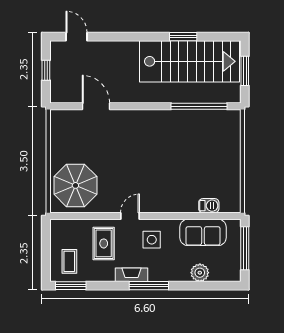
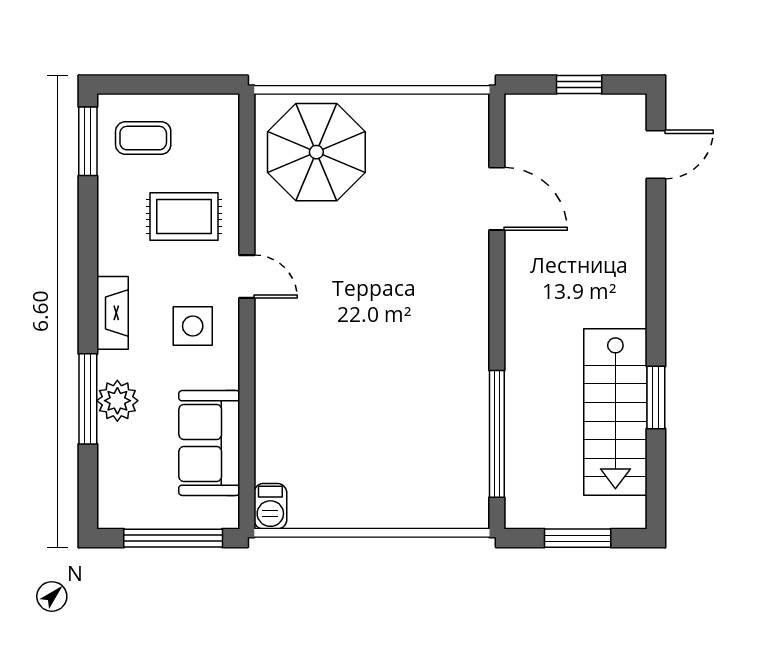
stairs: (189, 61) -> (615, 412), width x0.73, depth x0.66
door: (96, 106) -> (497, 199), hinge flipped
barbecue: (209, 206) -> (270, 506), moved
plant: (200, 273) -> (117, 401), moved
fireplace: (131, 275) -> (112, 313), moved
window: (149, 286) -> (88, 399), moved

